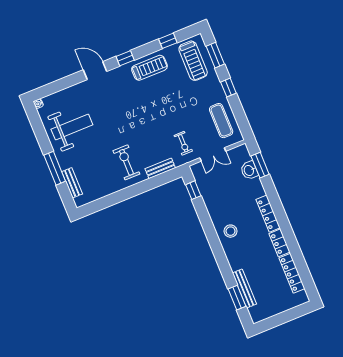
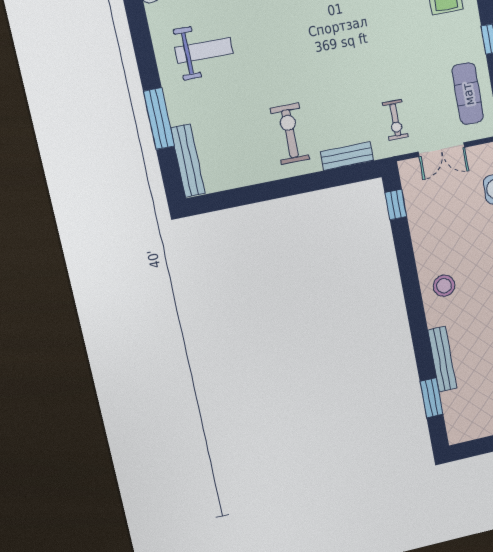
weight bench: (72, 127) -> (204, 50), width x0.73, depth x0.75
bench: (72, 183) -> (188, 161), width x1.36
bench: (244, 288) -> (442, 359), moved

